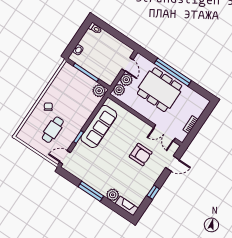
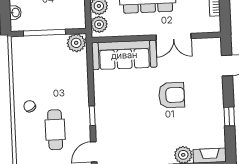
sofa: (99, 126) -> (124, 55), moved, turned 90
double door: (164, 133) -> (174, 37), moved
armchair: (141, 155) -> (172, 95), moved

